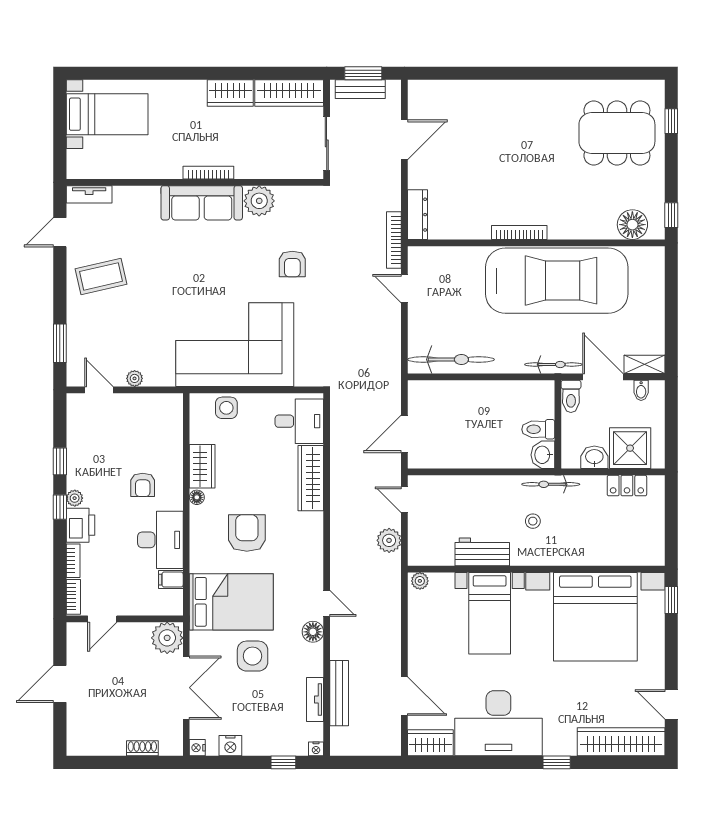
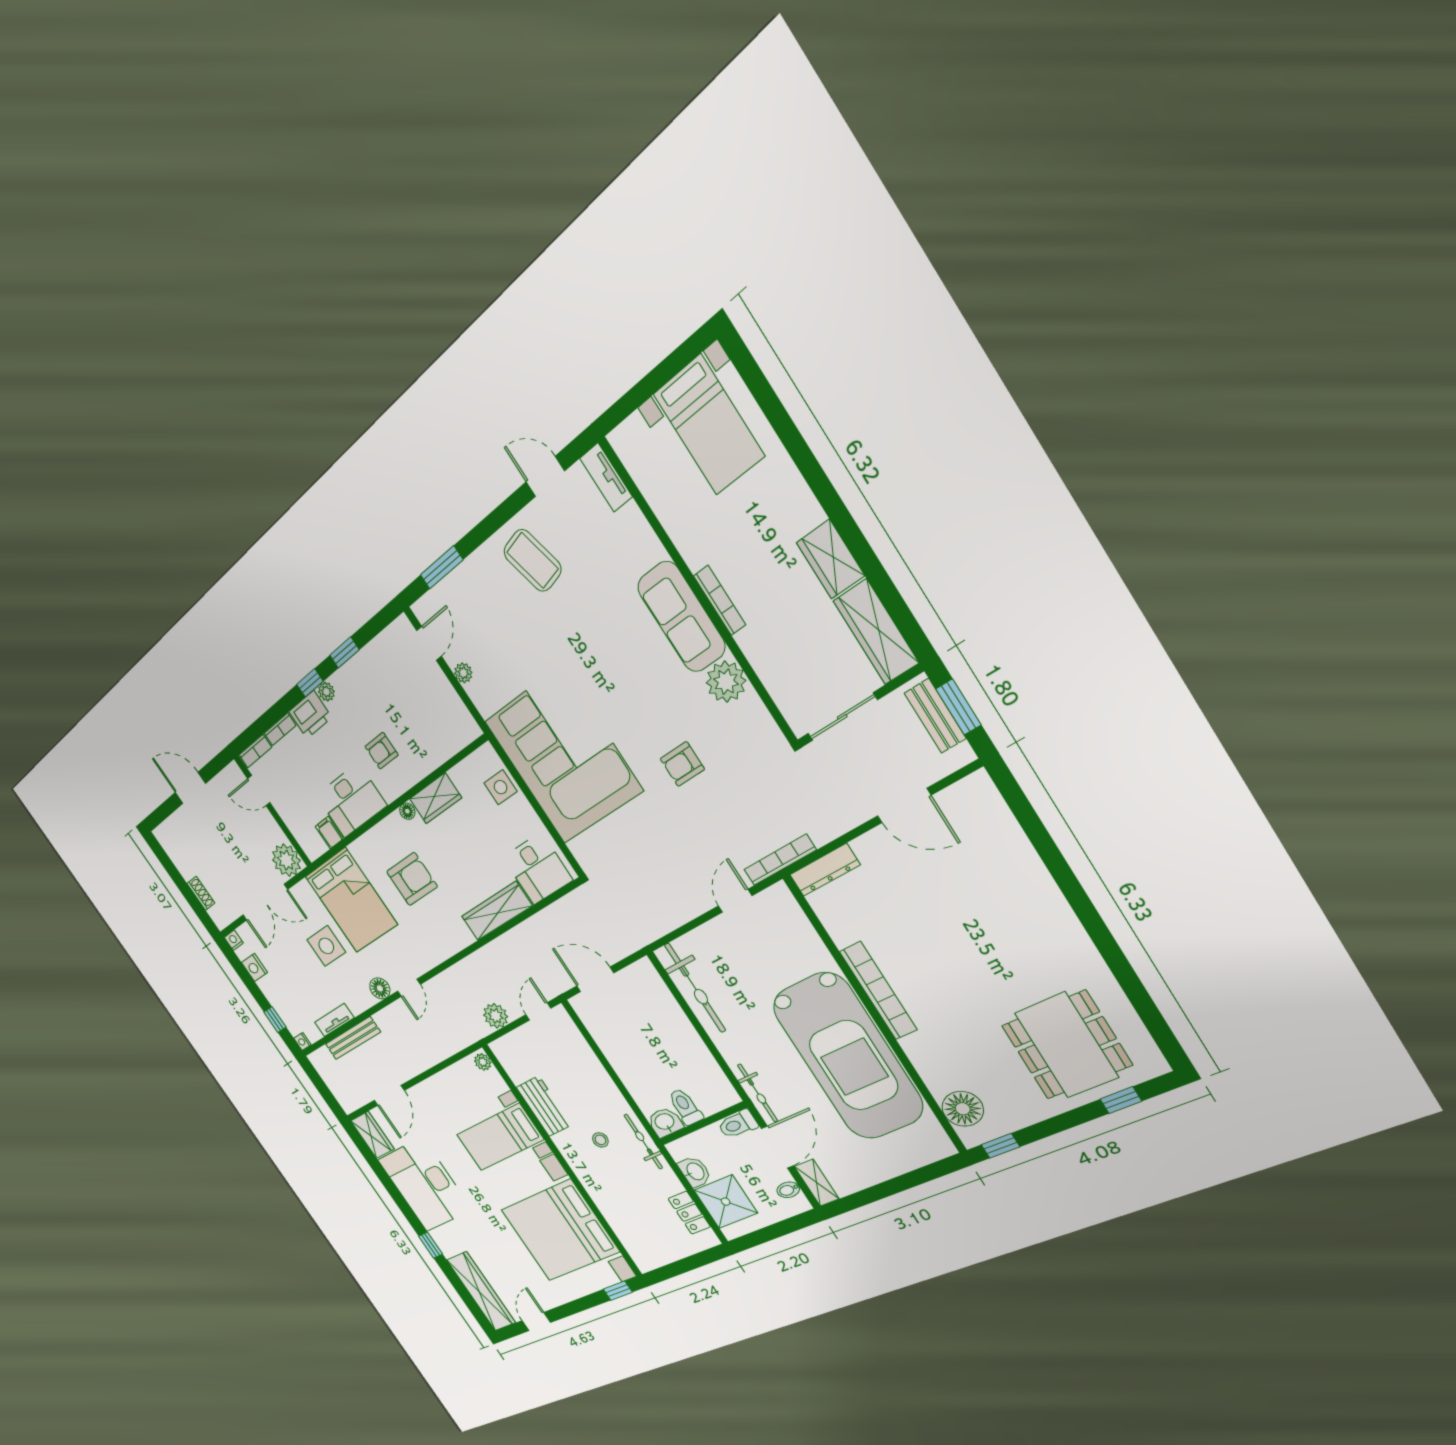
bookcase: (519, 233) -> (878, 991), width x1.48, depth x1.31

